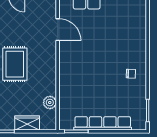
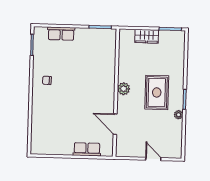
plant: (50, 102) -> (124, 89), moved
row of seats: (103, 123) -> (61, 34), width x0.50

